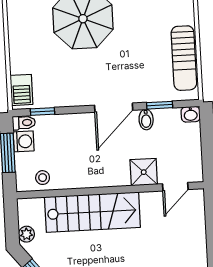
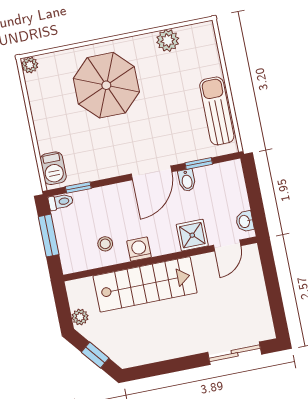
sun lounger: (184, 58) -> (217, 111), turned 180
washbasin: (191, 114) -> (245, 221), moved, turned 90
washing machine: (24, 141) -> (139, 249), moved, turned -90
stool: (43, 178) -> (105, 244), moved

